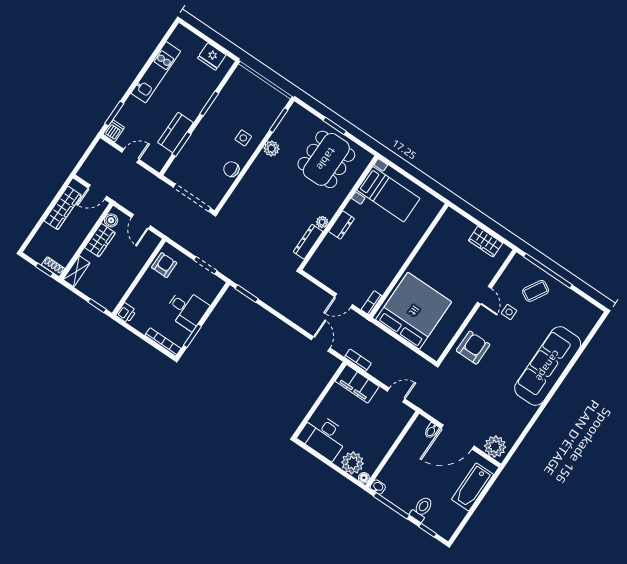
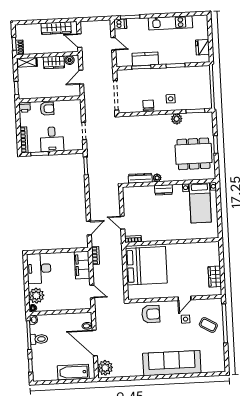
armchair: (164, 265) -> (47, 109), moved
toilet: (422, 509) -> (39, 339), moved

